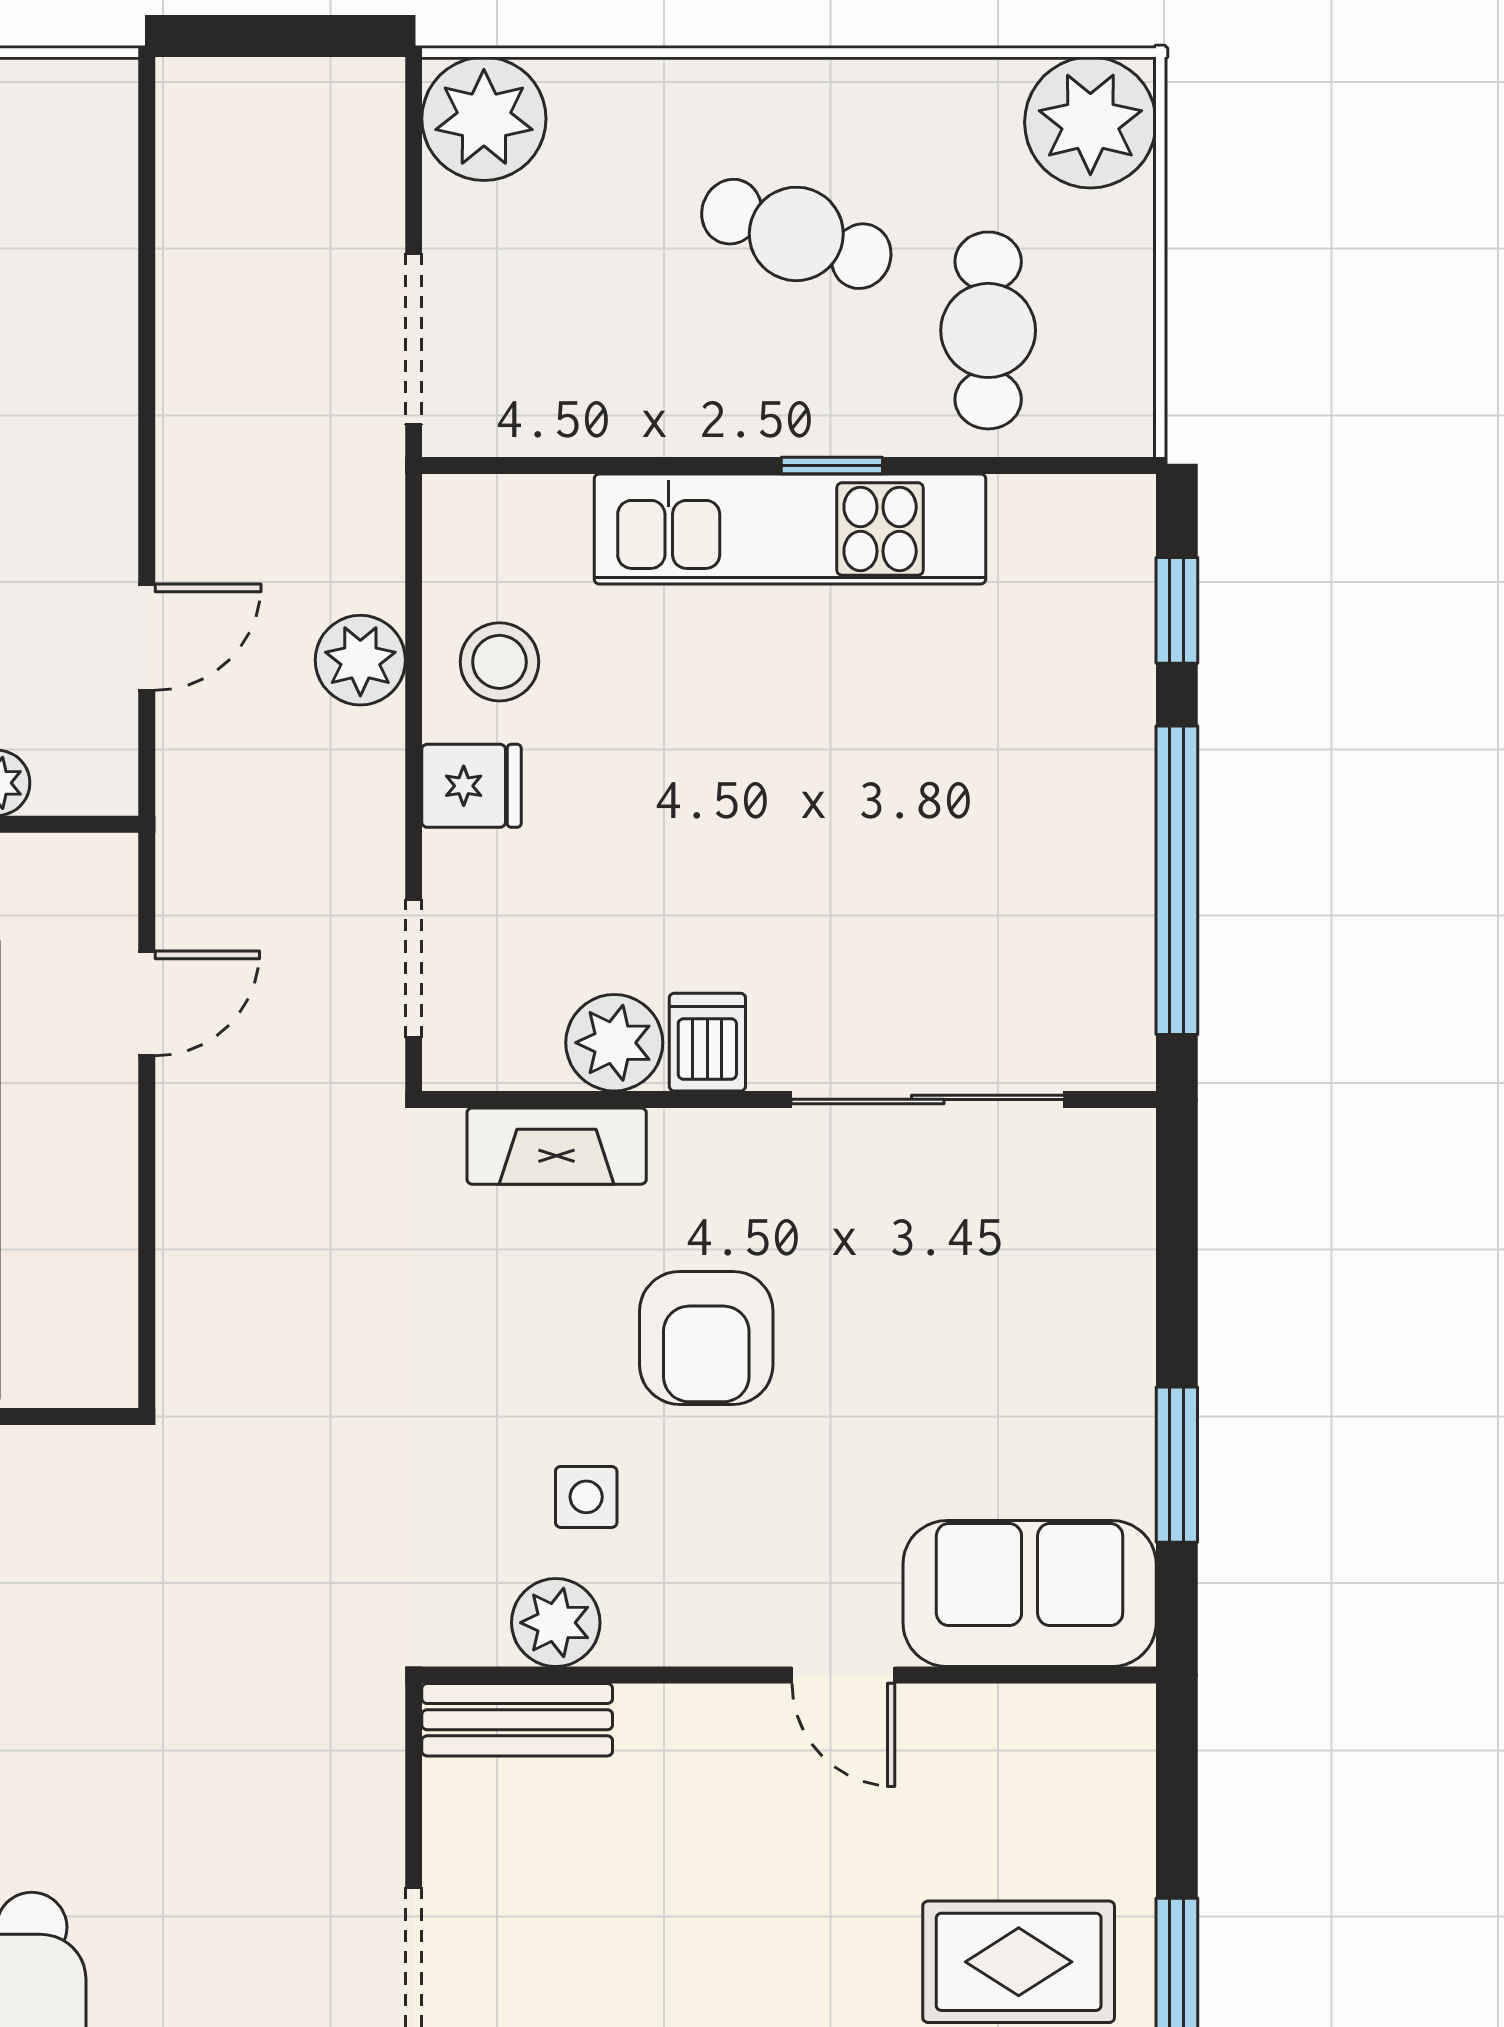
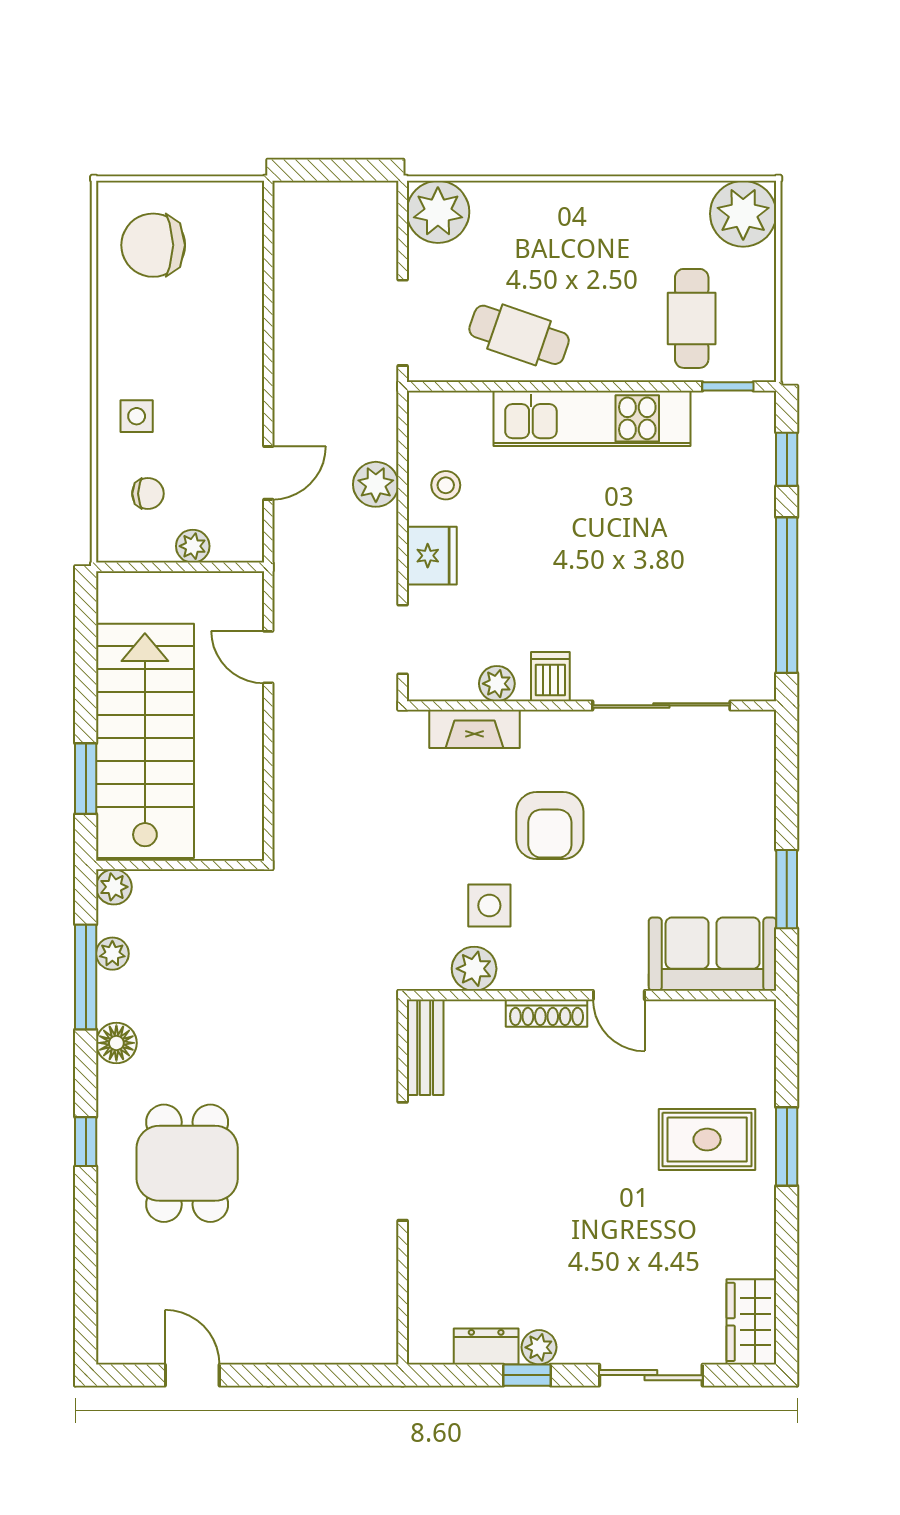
cafe table: (796, 234) -> (519, 335), moved
window: (832, 465) -> (728, 386), moved
stool: (499, 662) -> (446, 485), width x0.73, depth x0.73
fridge: (472, 786) -> (432, 556), width x1.38
door: (147, 1003) -> (268, 657), swing flipped
plant: (614, 1043) -> (497, 684), width x0.73, depth x0.73
side table: (586, 1497) -> (489, 906), width x1.37, depth x1.37
shoe rack: (700, 1711) -> (547, 1013), added
bench: (517, 1720) -> (425, 1047), moved, turned 90

